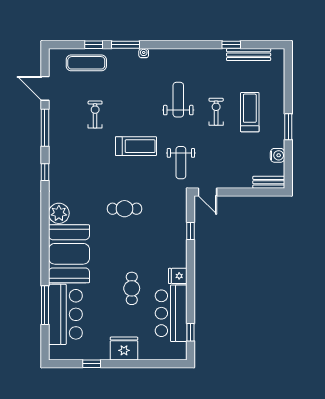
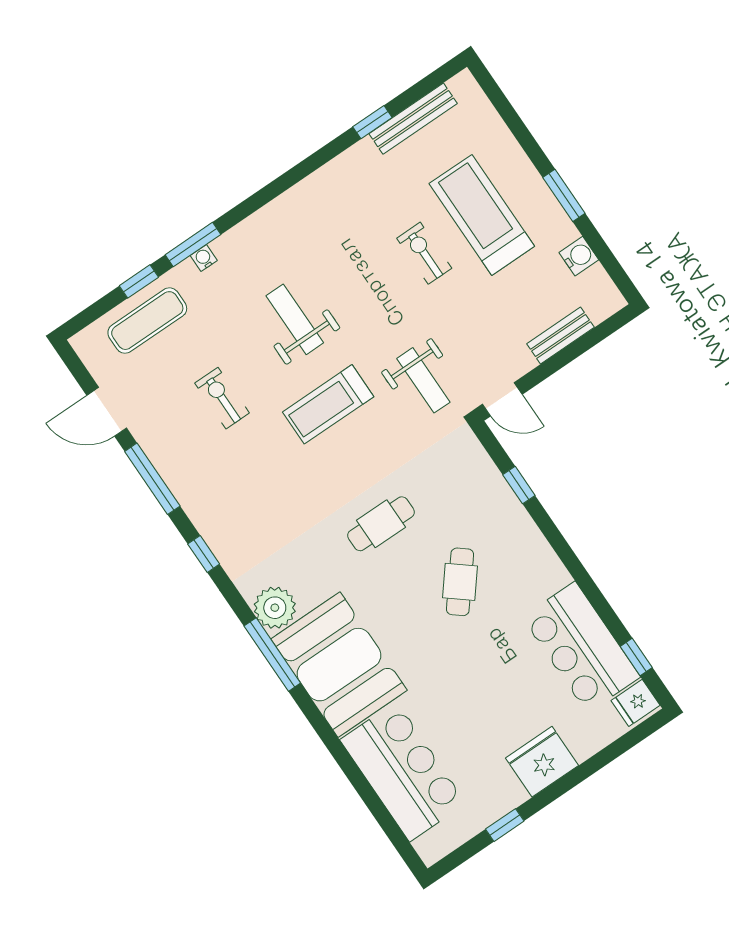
water cooler: (144, 53) -> (204, 258), moved
weight bench: (178, 100) -> (295, 319), moved
treadmill: (250, 112) -> (482, 215), width x1.37, depth x1.37
treadmill: (136, 146) -> (328, 404), turned 180
bench: (269, 182) -> (560, 336), moved
fridge: (178, 276) -> (636, 703), moved
cafe table: (132, 288) -> (460, 582), moved, turned 39
window: (45, 305) -> (272, 655), moved

